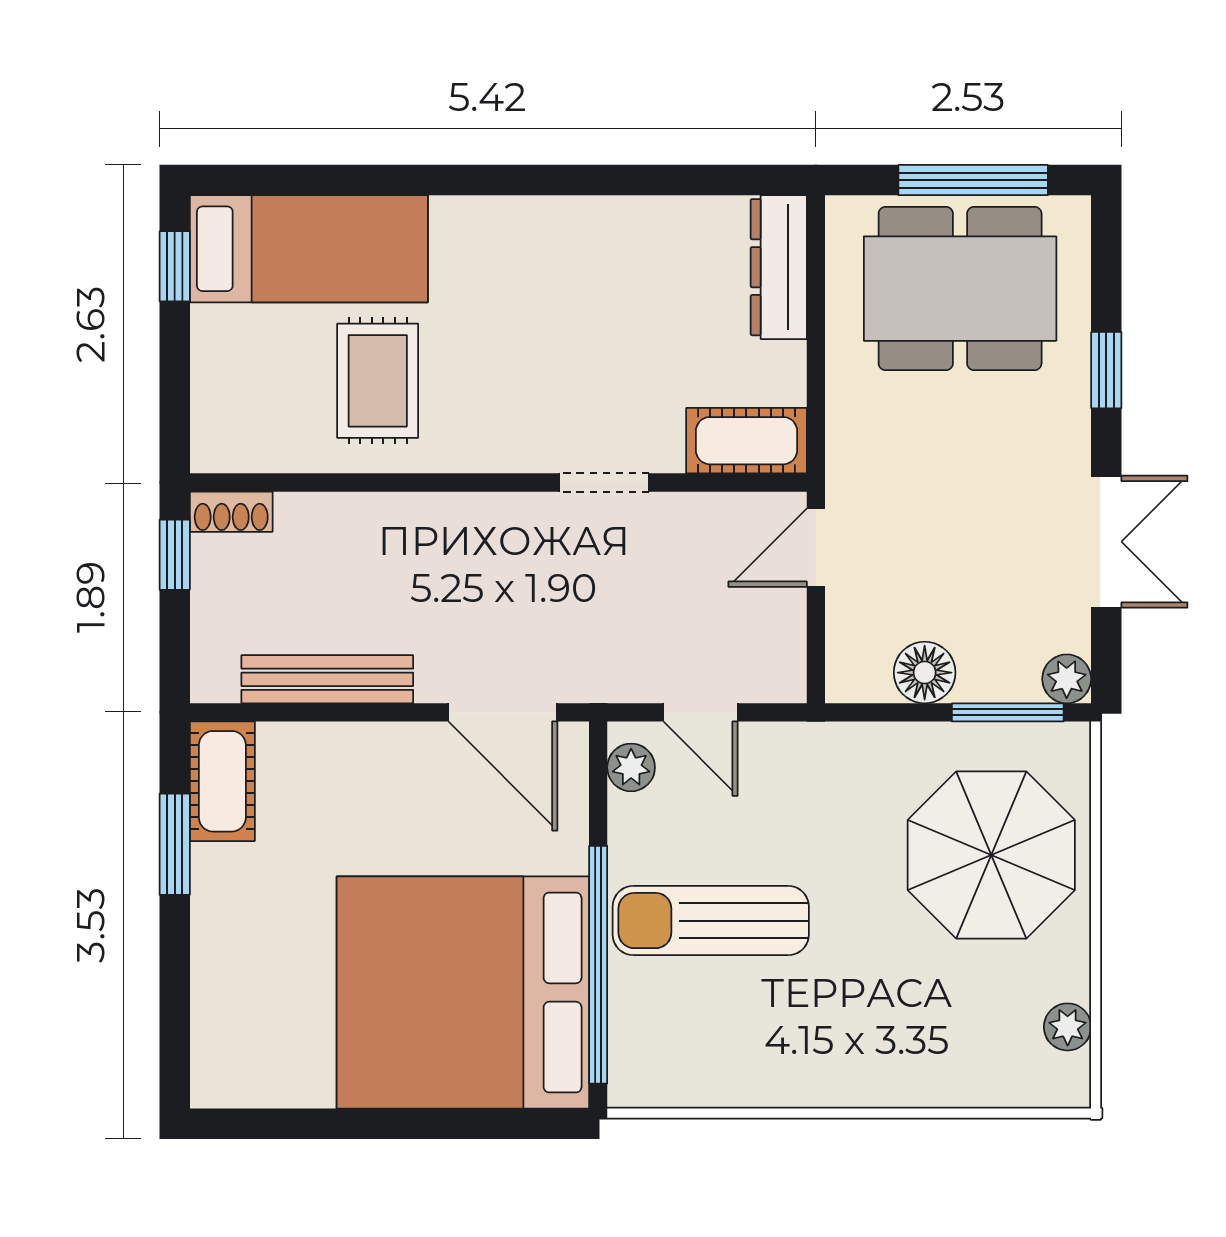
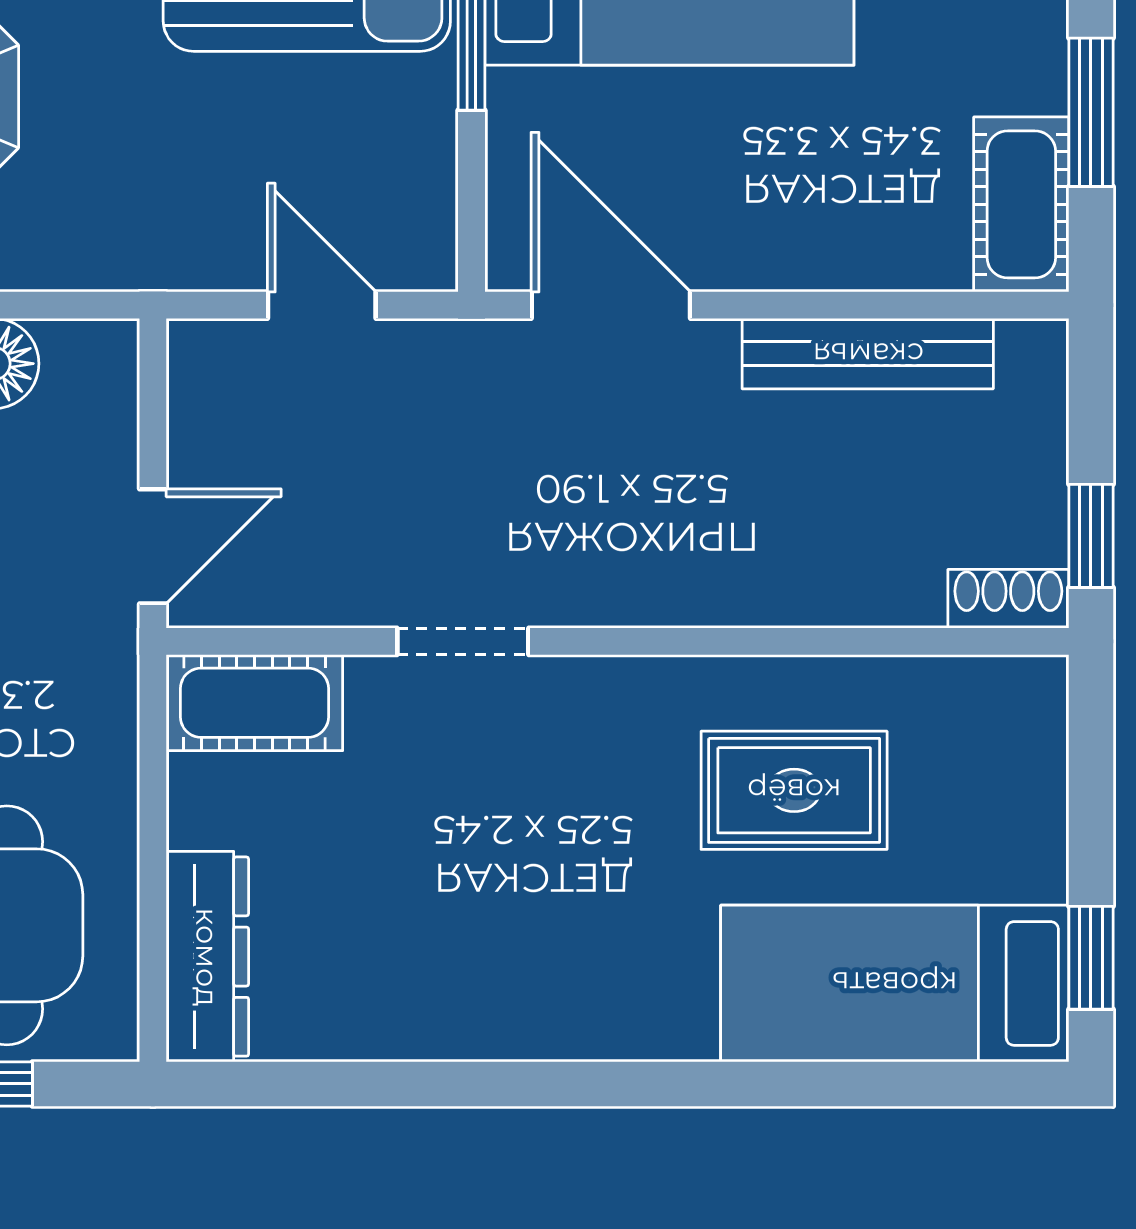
rug: (378, 381) -> (794, 790), turned 90
plant: (631, 767) -> (423, 225), removed

